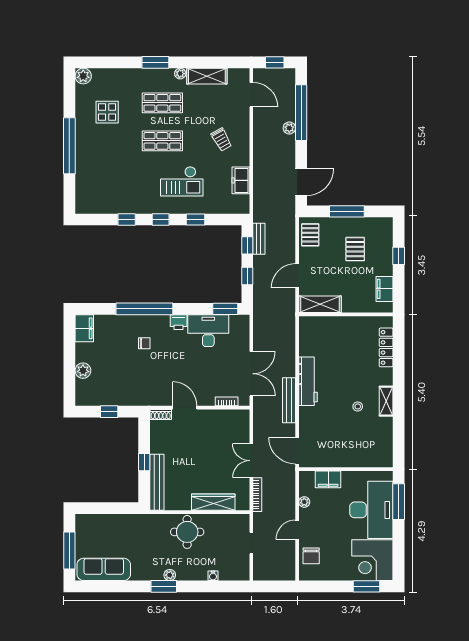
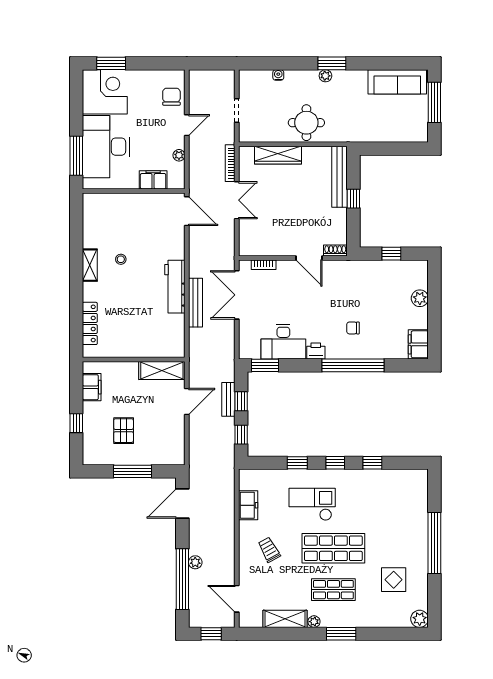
shop shelf: (162, 141) -> (333, 548), width x1.43, depth x1.36
pallet: (310, 235) -> (172, 446), removed
bench: (259, 239) -> (228, 399), moved
bench: (289, 400) -> (195, 303), moved

